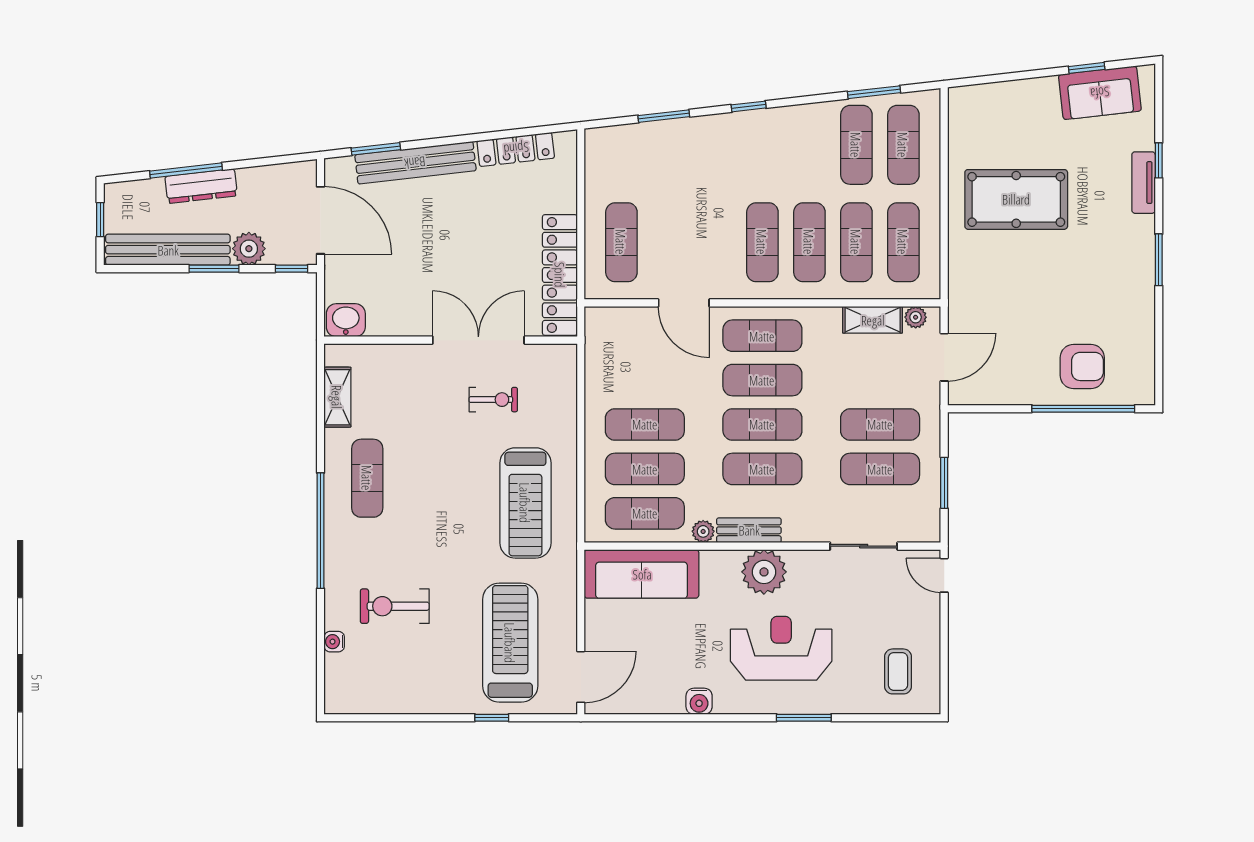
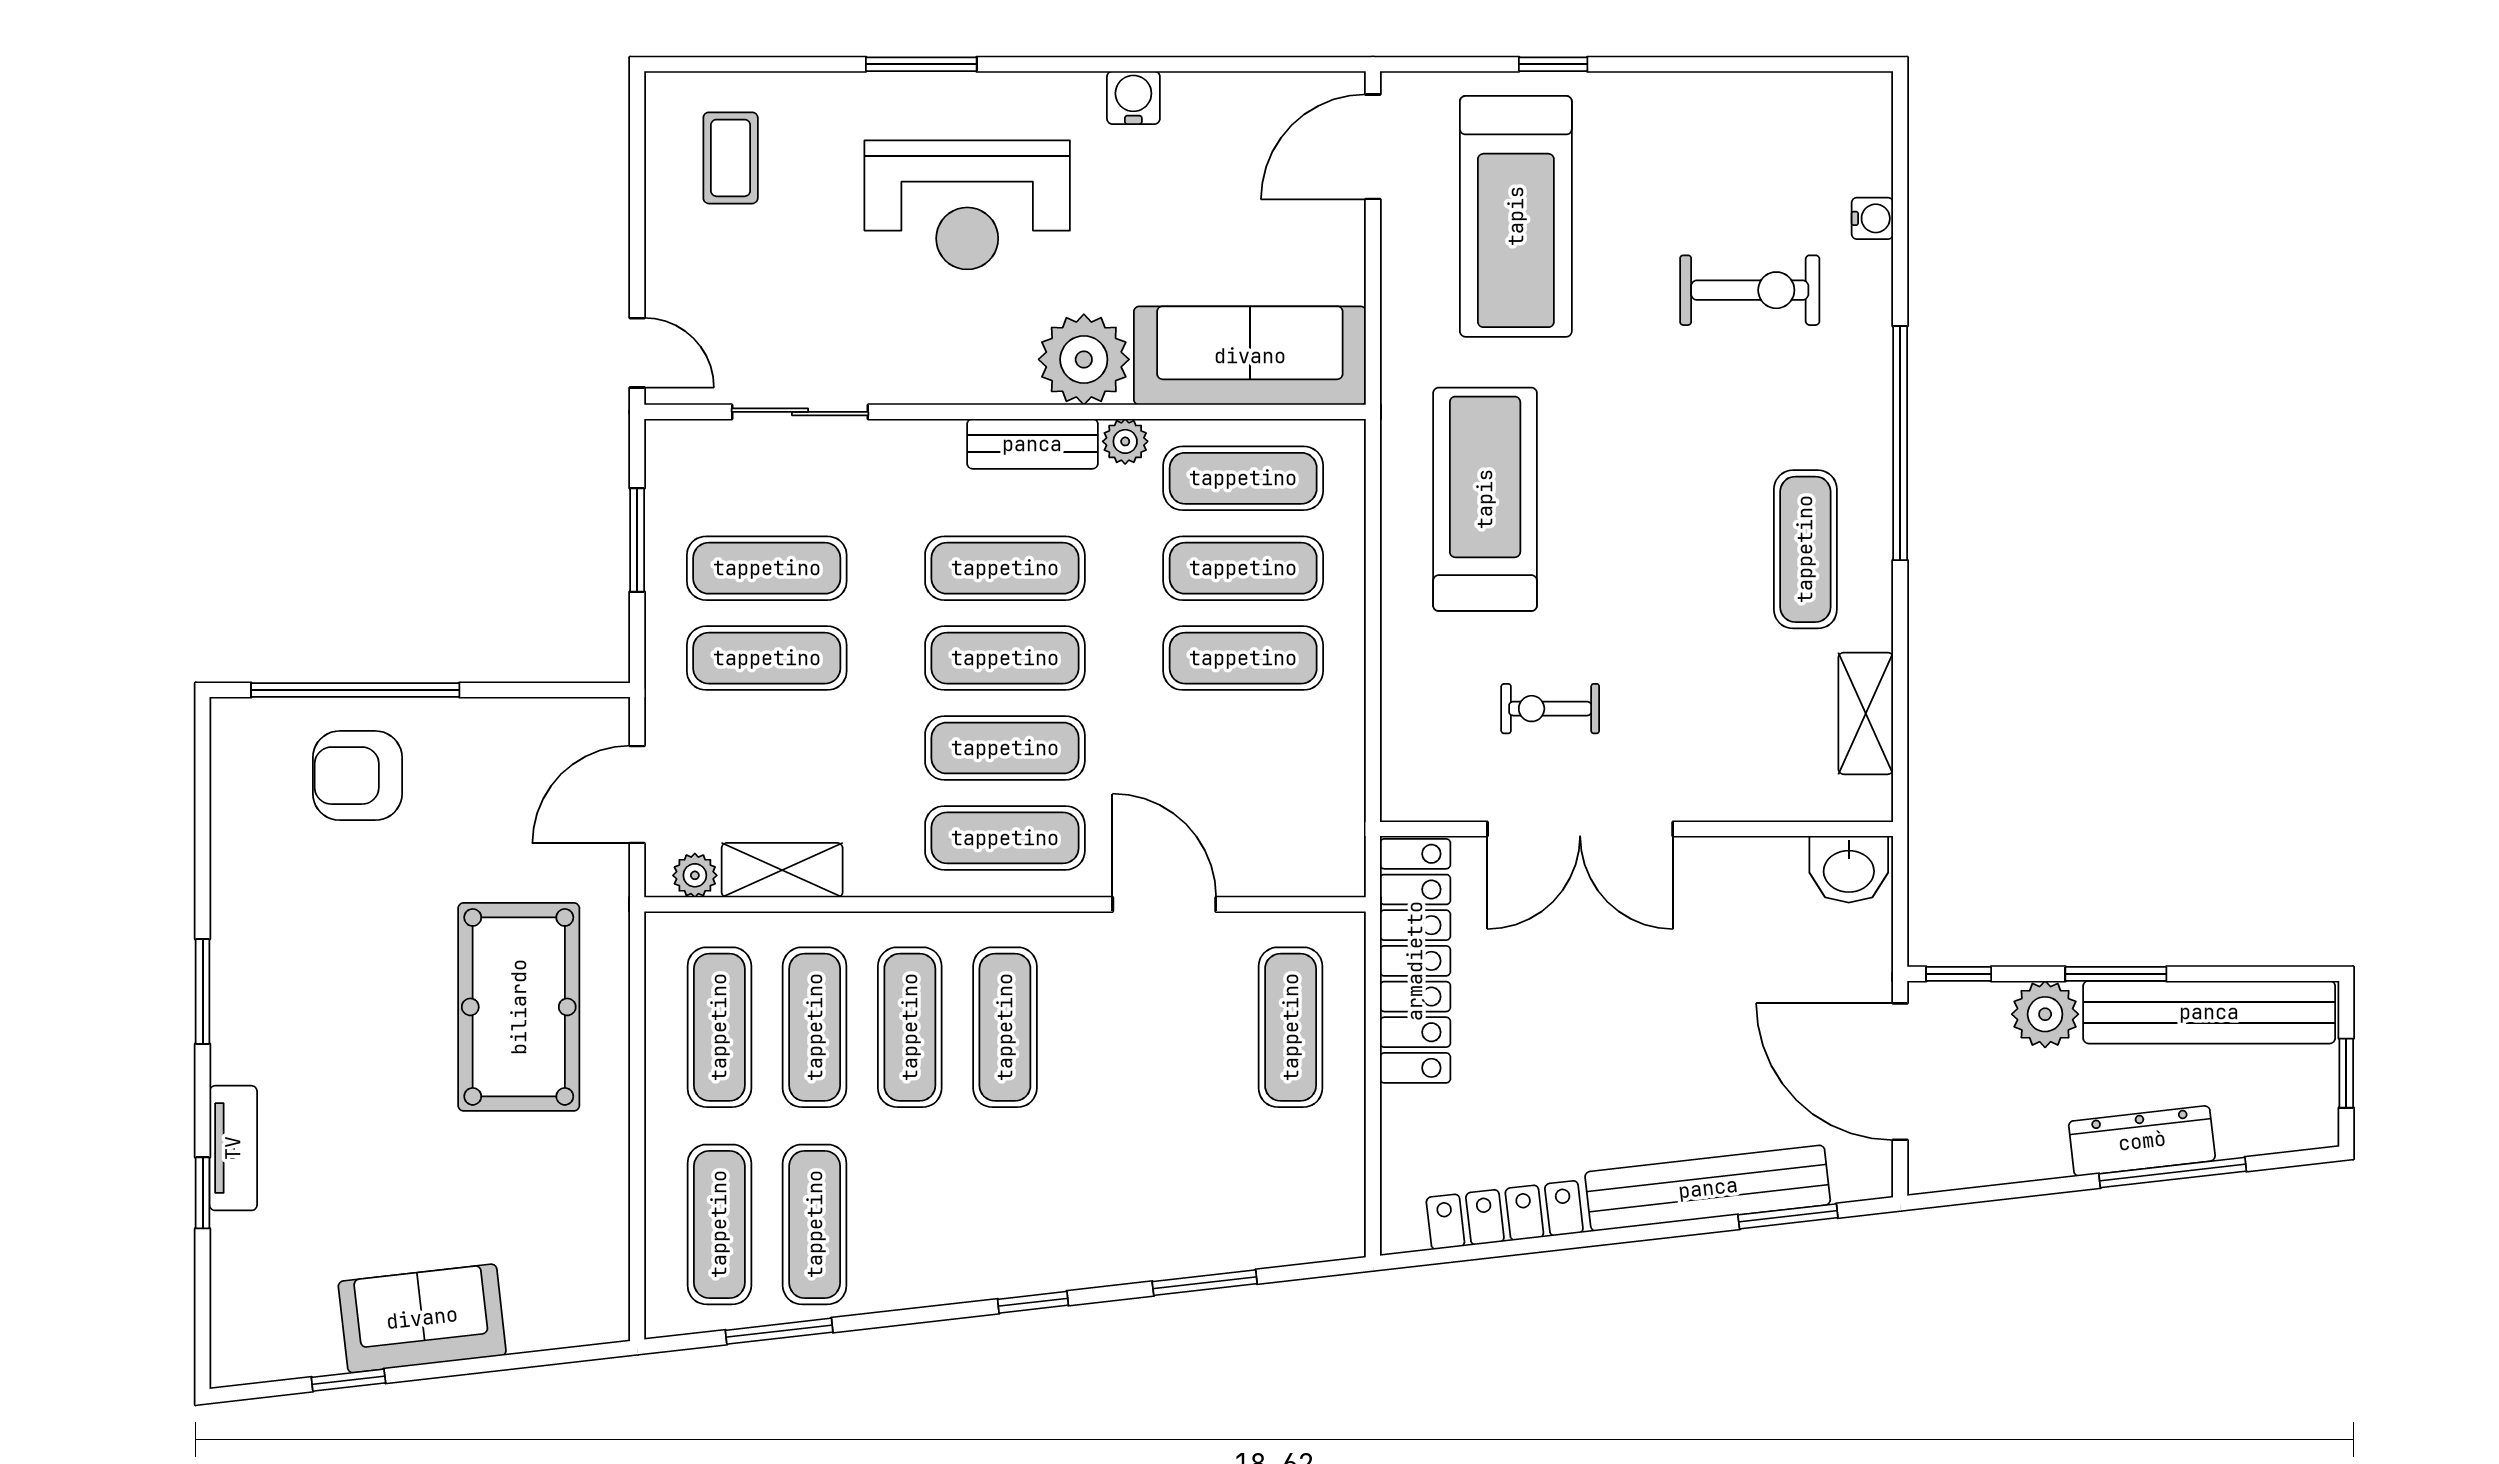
sofa: (1100, 93) -> (422, 1318), moved
pool table: (1016, 199) -> (519, 1007), moved, turned 90
plant: (764, 572) -> (1084, 359), moved

